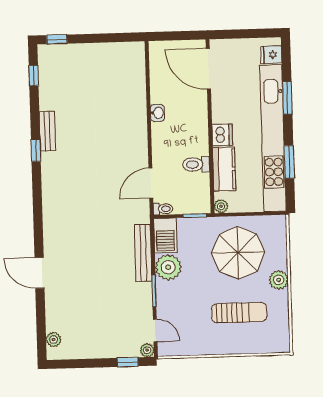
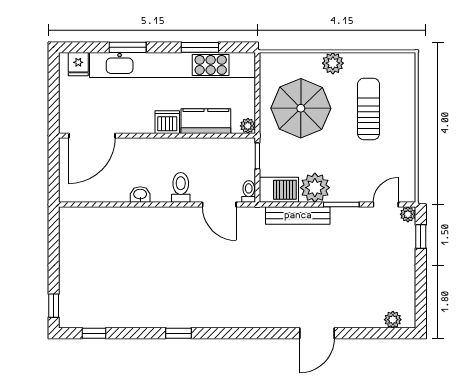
bench: (47, 131) -> (157, 320), removed
toilet: (196, 164) -> (181, 187), moved, turned 180

